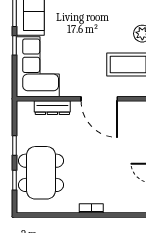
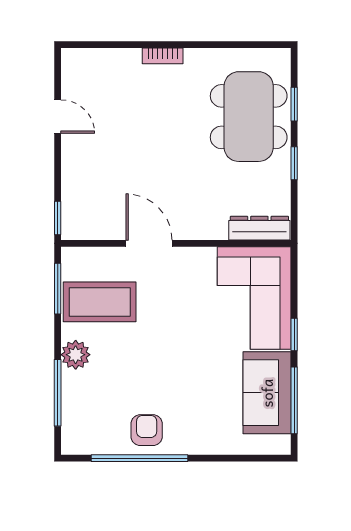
door: (99, 99) -> (149, 243), width x0.73
dresser: (52, 108) -> (259, 228), moved

